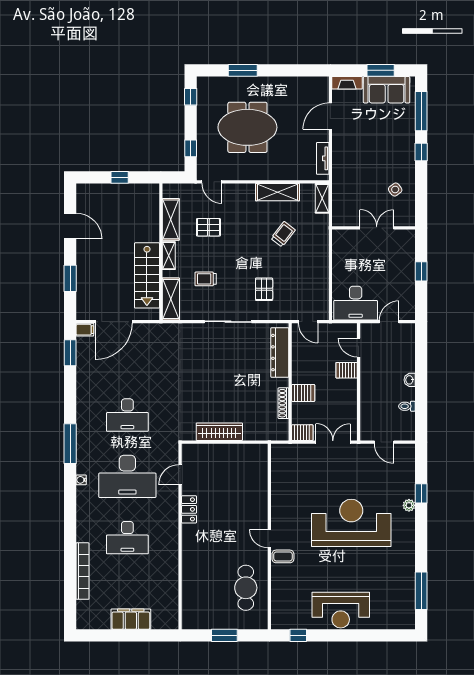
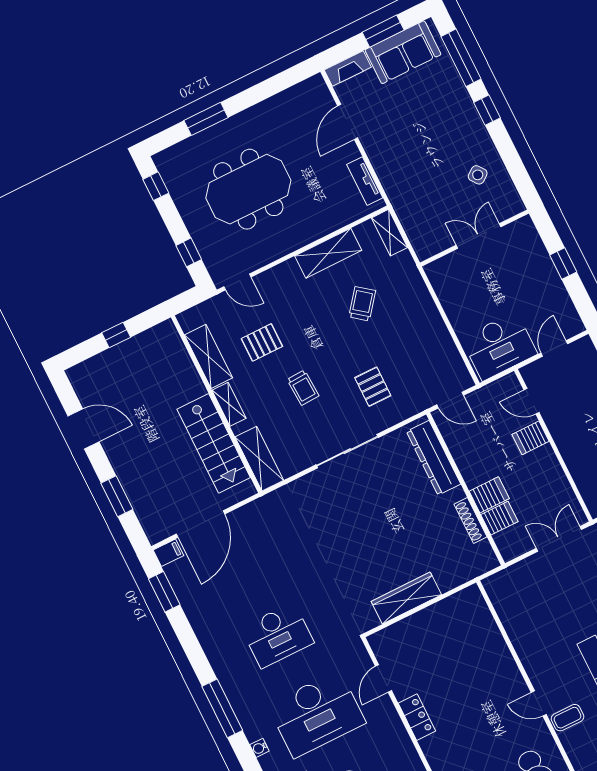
trolley: (206, 279) -> (303, 388), moved, turned -93
server rack: (302, 433) -> (499, 518), moved

